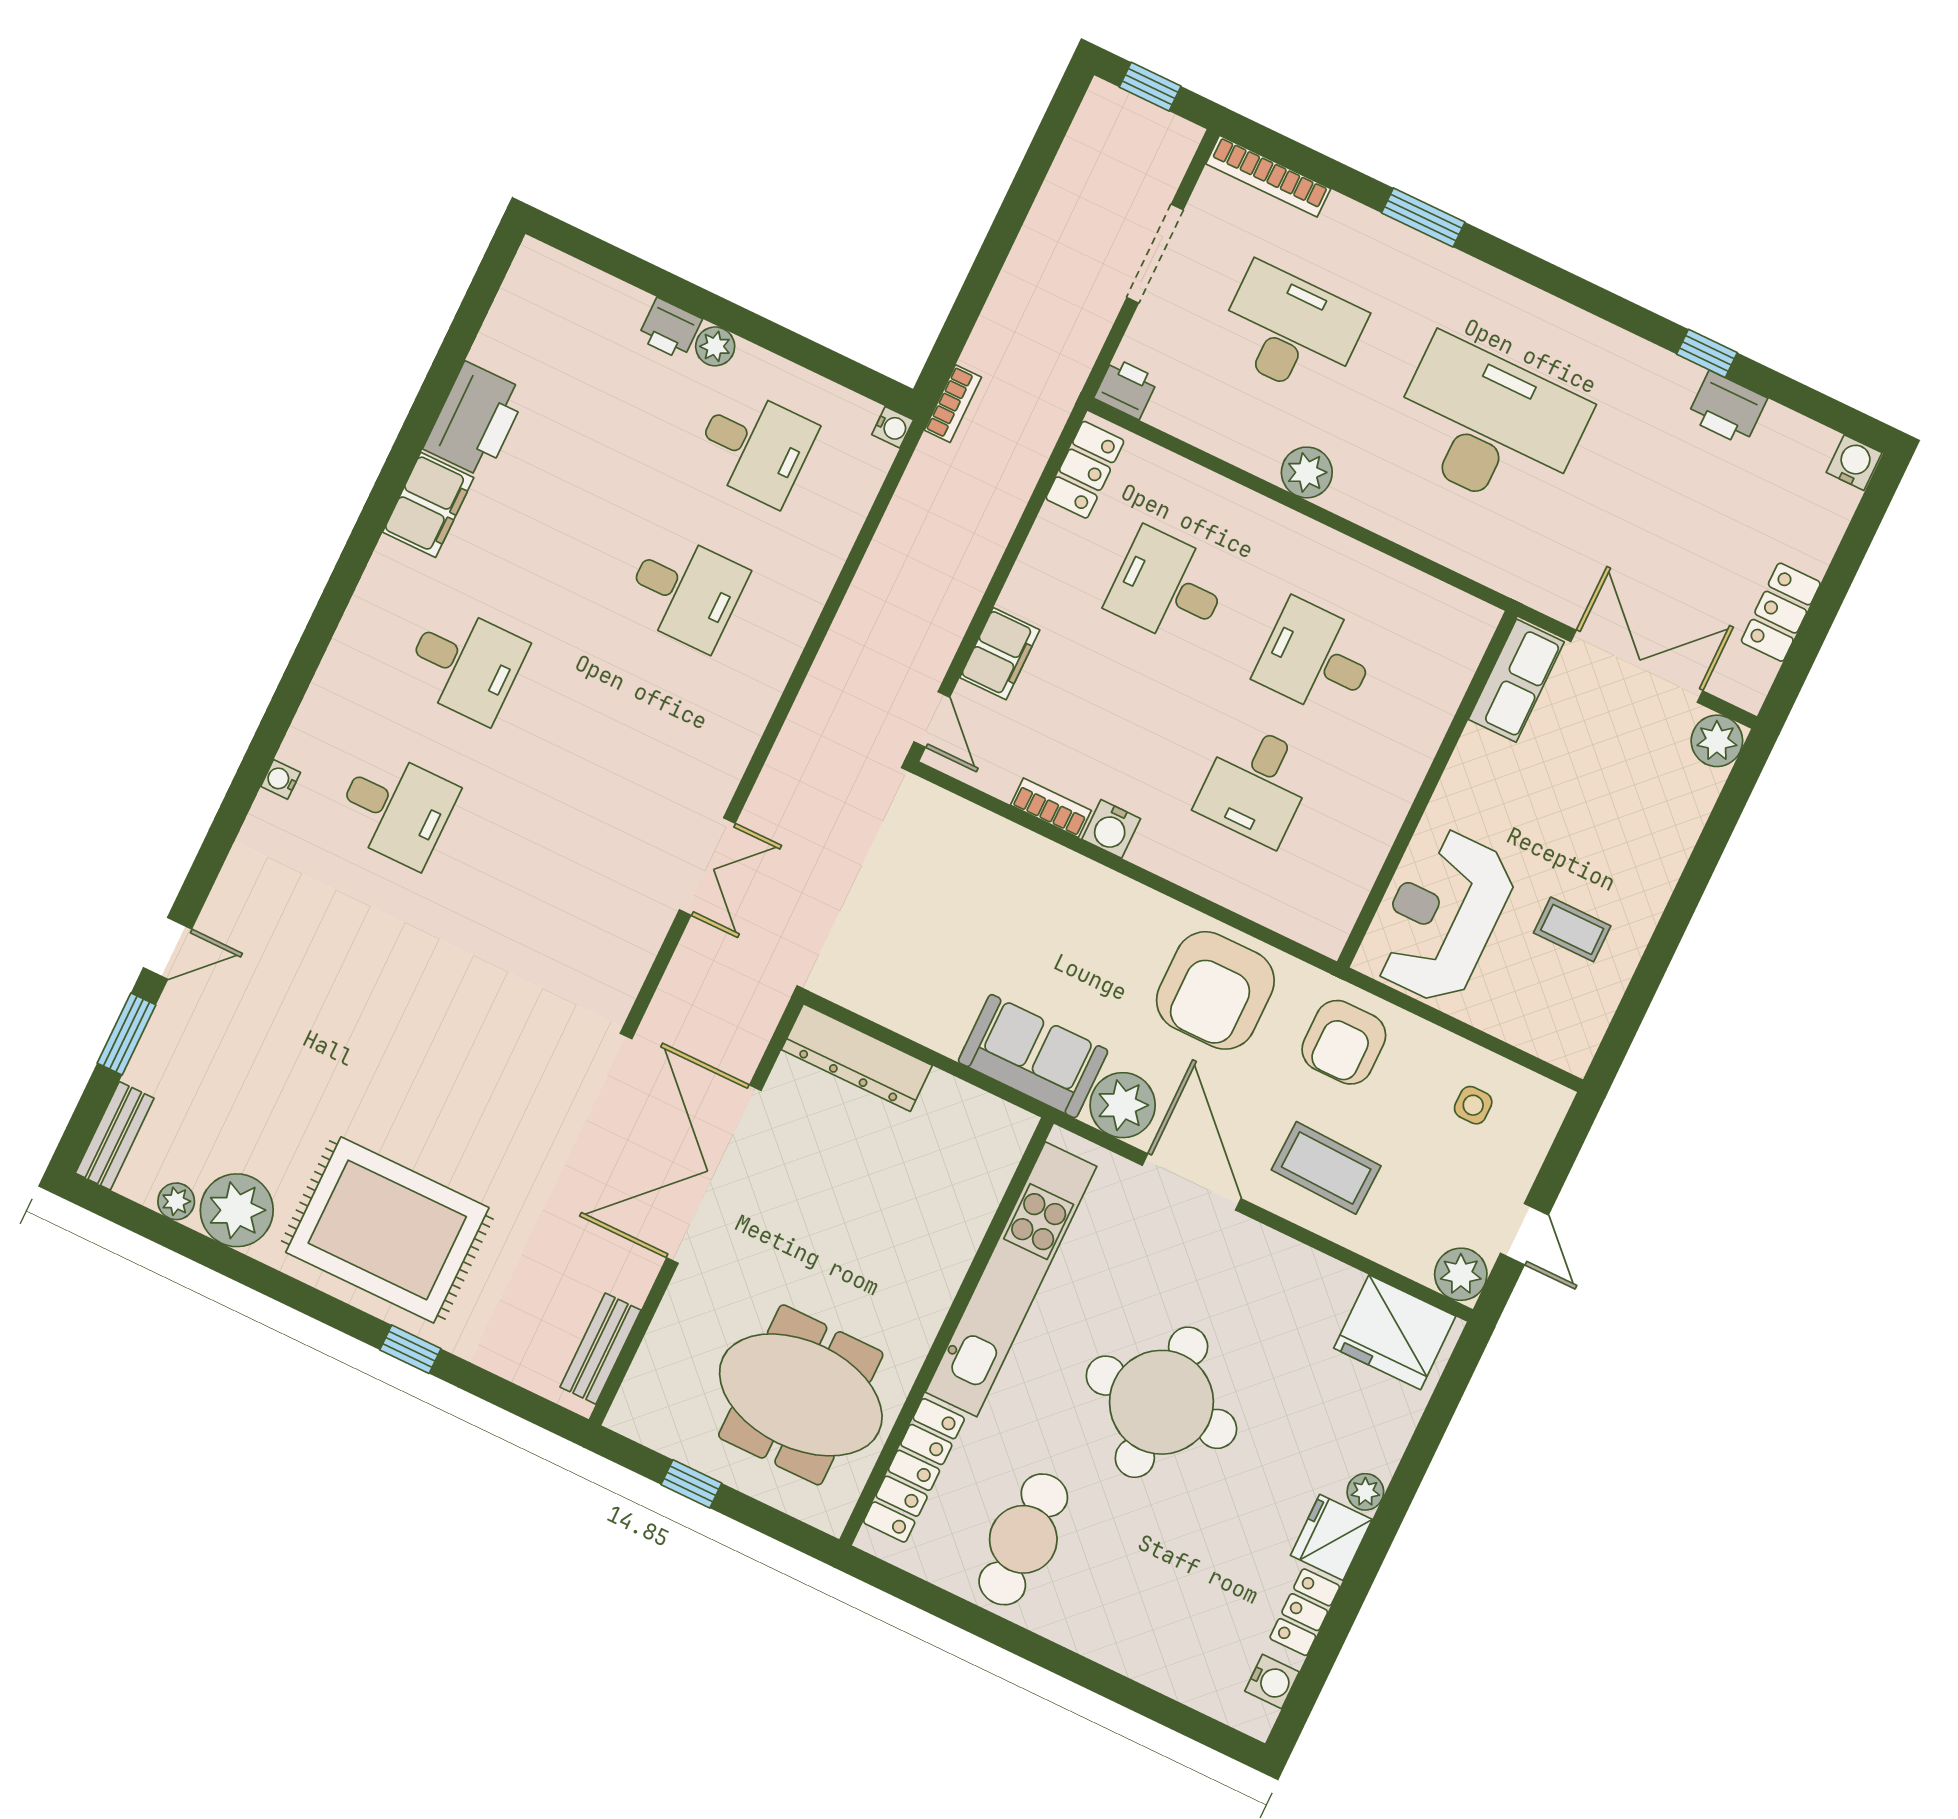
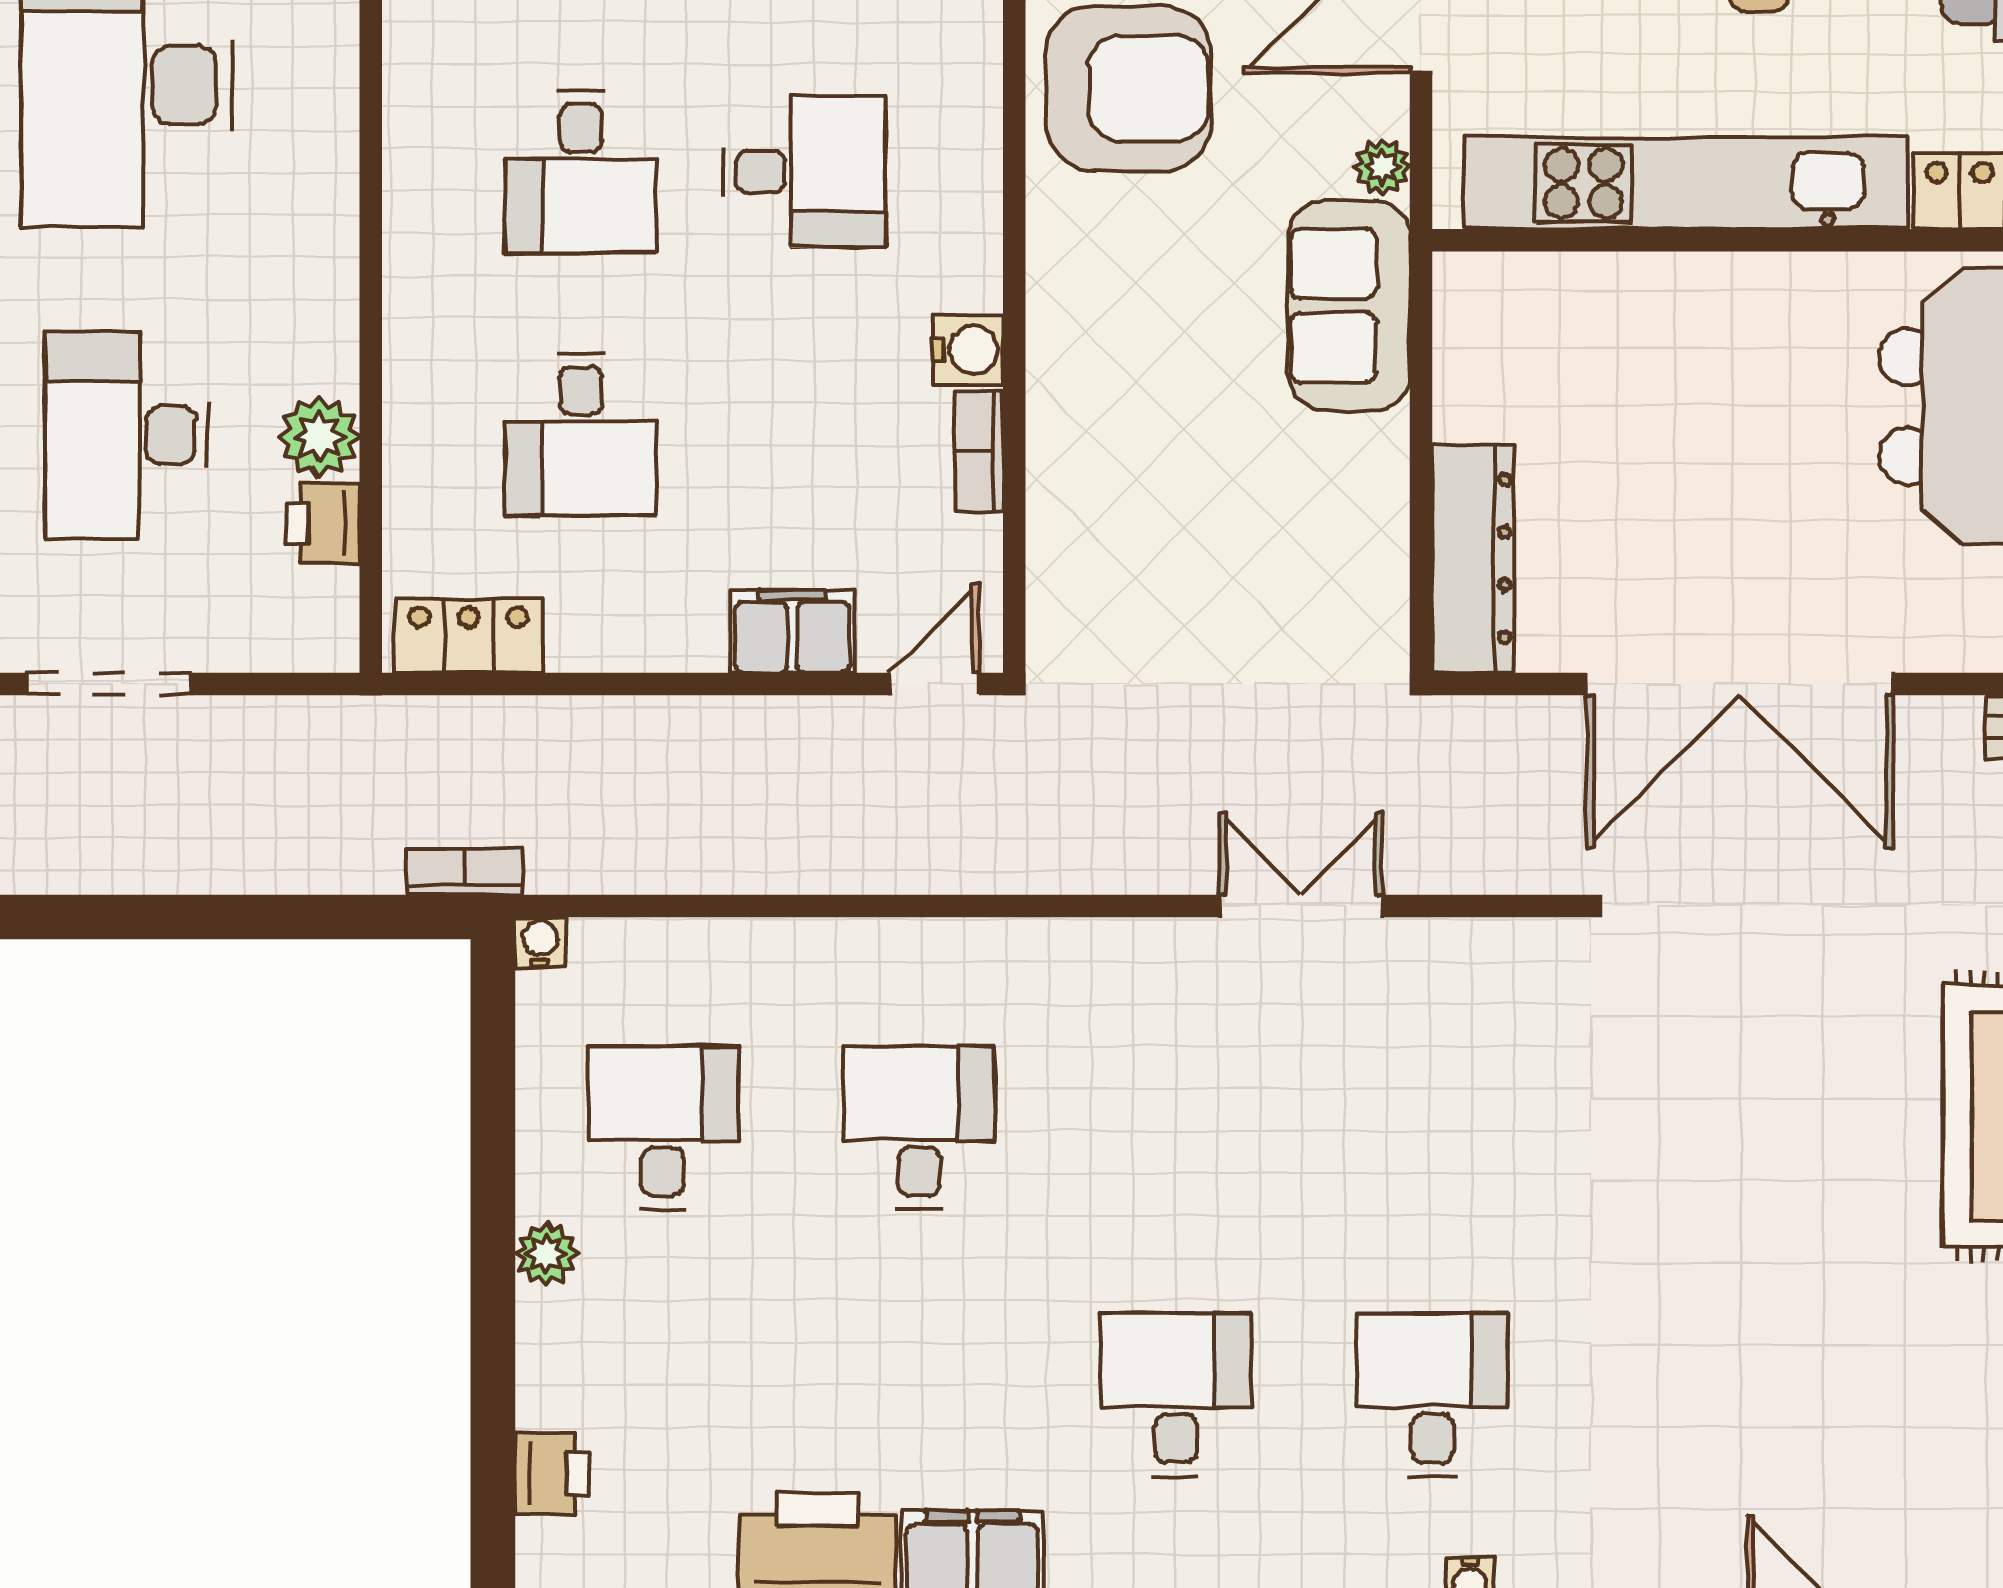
printer: (670, 329) -> (552, 1473), moved
printer: (1126, 388) -> (323, 523), moved
plant: (1307, 472) -> (319, 437), moved
plant: (1123, 1105) -> (1382, 167), width x0.53, depth x0.53

